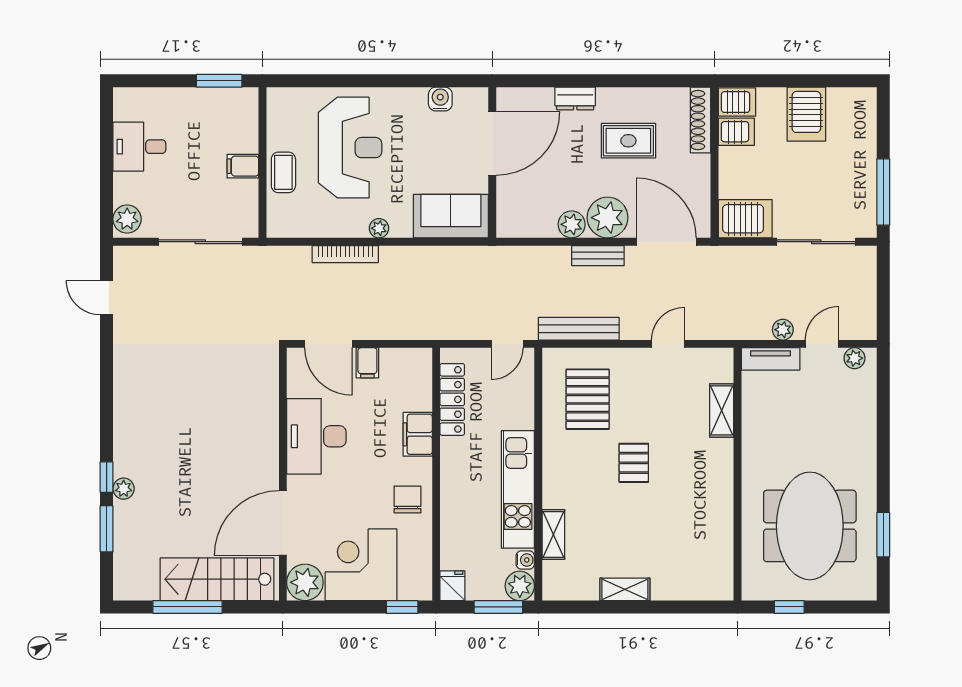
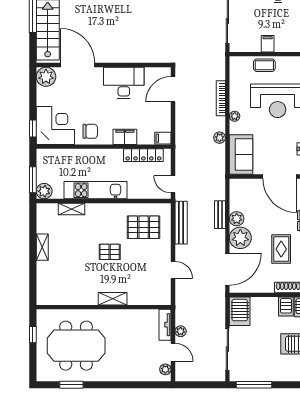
plant: (419, 256) -> (220, 138), added
bench: (598, 256) -> (220, 215), moved
filing cabinet: (367, 363) -> (163, 138), moved
shelving: (722, 410) -> (113, 299), moved
water cooler: (525, 560) -> (58, 194), removed
corner desk: (361, 565) -> (55, 125), moved
fridge: (452, 586) -> (44, 155), removed

